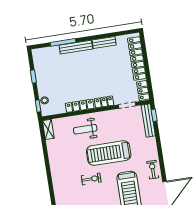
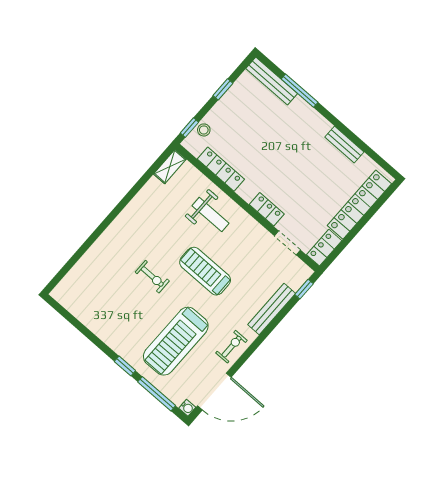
bench: (76, 47) -> (272, 81), moved
locker: (80, 106) -> (221, 169), moved
bench: (148, 121) -> (272, 309), moved
weight bench: (85, 129) -> (210, 215), turned 180
treadmill: (109, 153) -> (205, 271), width x0.73, depth x0.73

